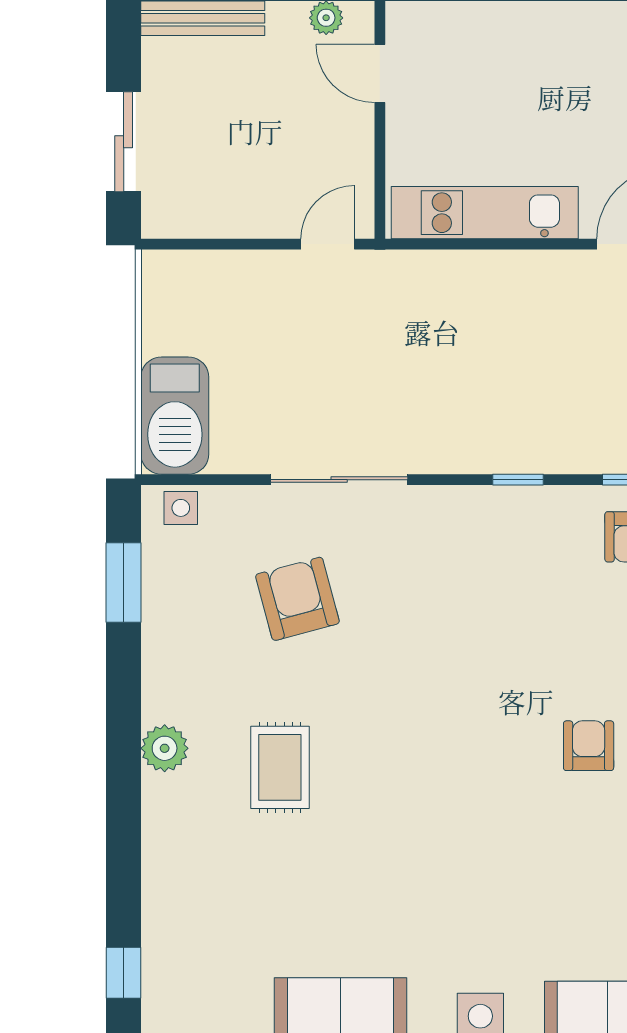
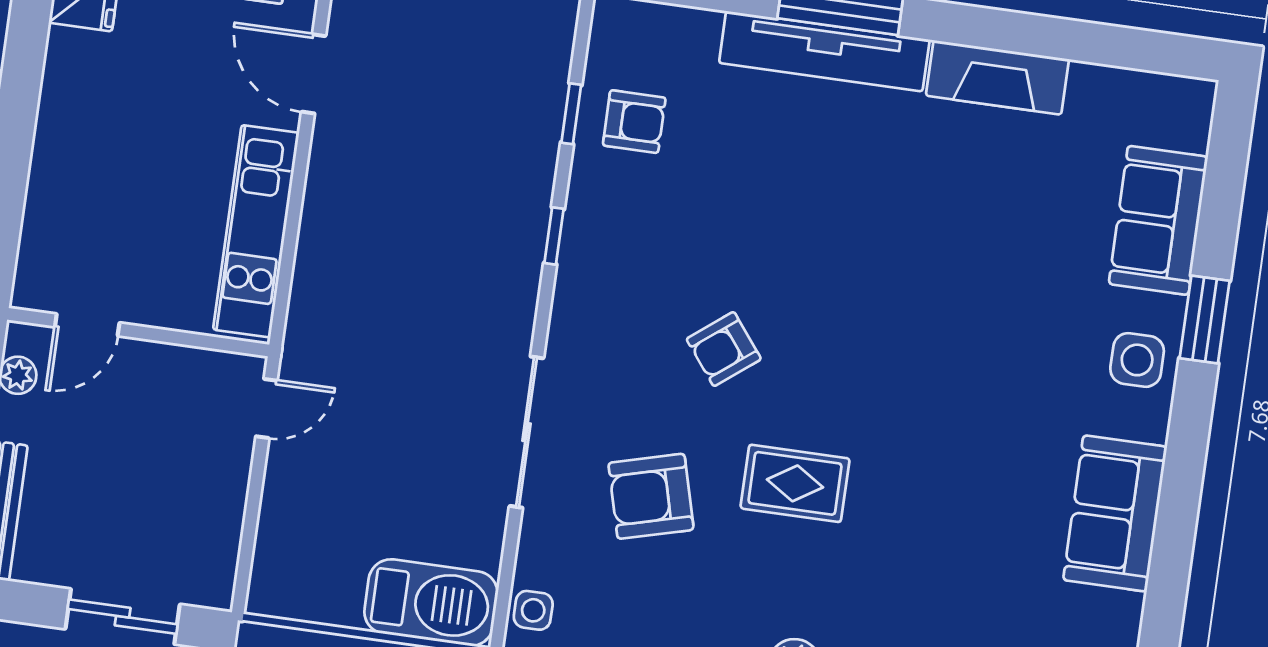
door: (328, 244) -> (266, 409), swing flipped
armchair: (589, 746) -> (724, 349), moved, turned -38
rug: (280, 767) -> (795, 483), moved

